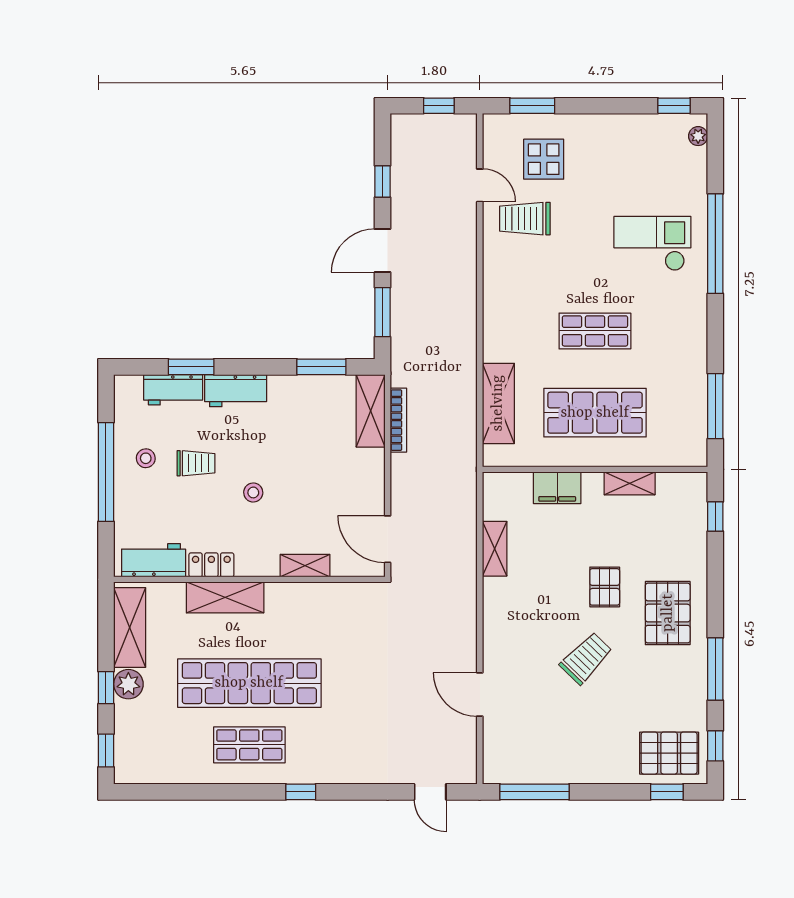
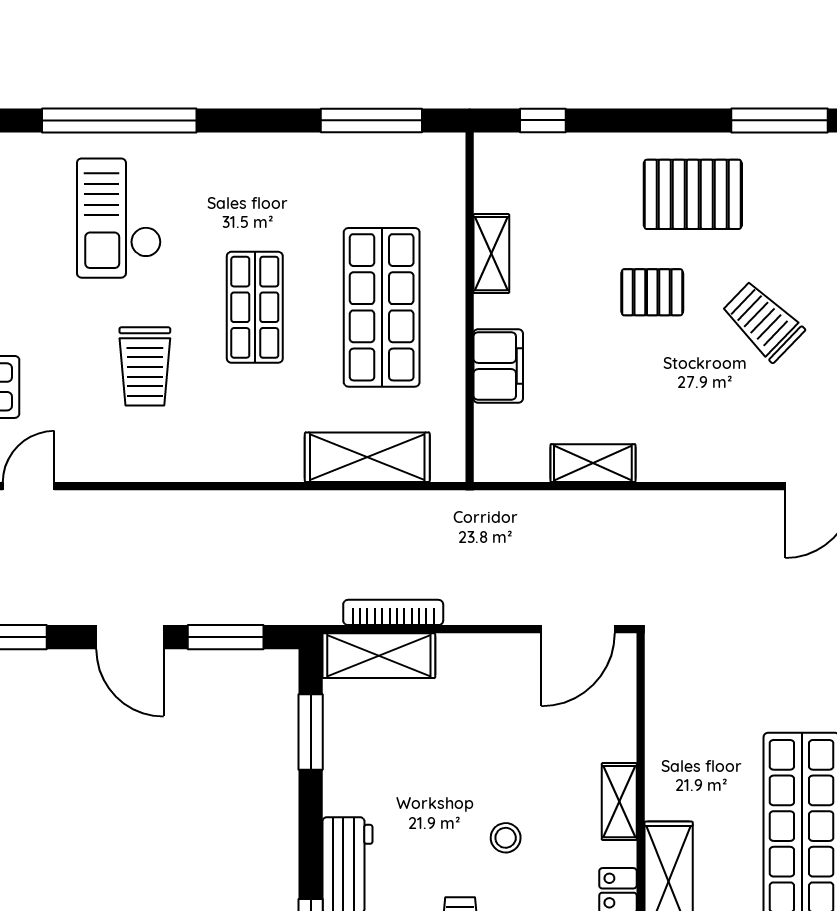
trolley: (525, 219) -> (145, 366), moved
shelving: (305, 566) -> (619, 802), moved

